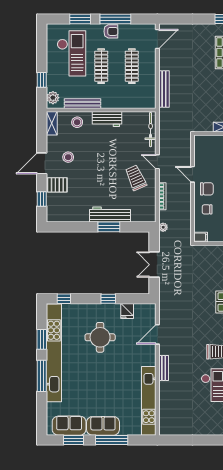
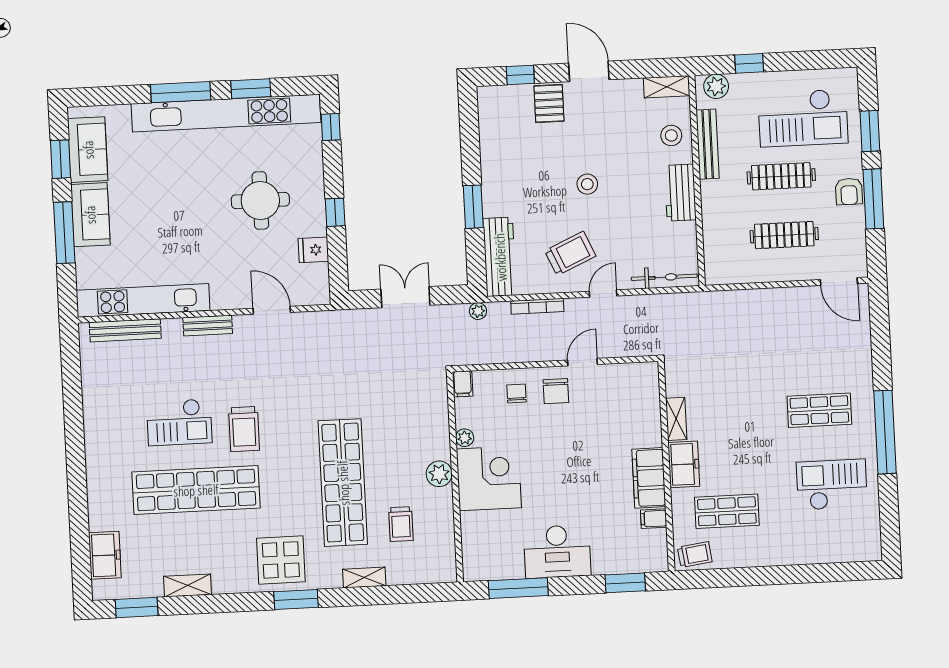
bench: (164, 89) -> (125, 330), moved
stool: (68, 157) -> (587, 184), moved
workbench: (110, 215) -> (500, 257), moved

